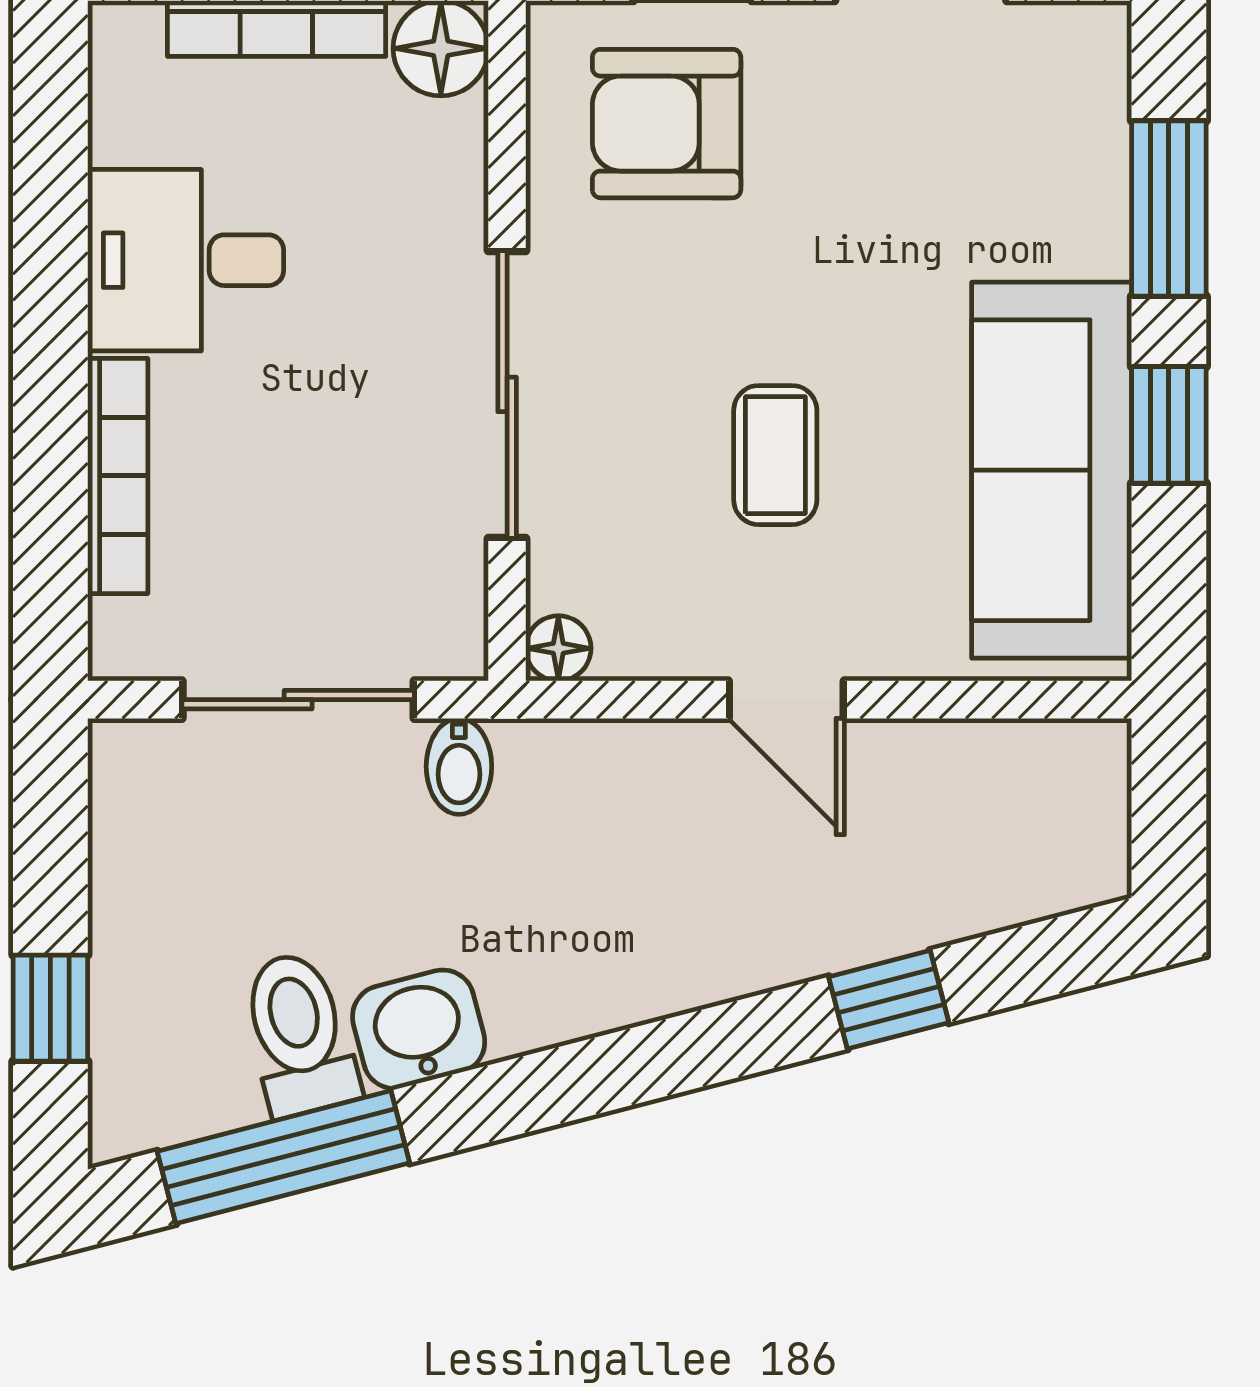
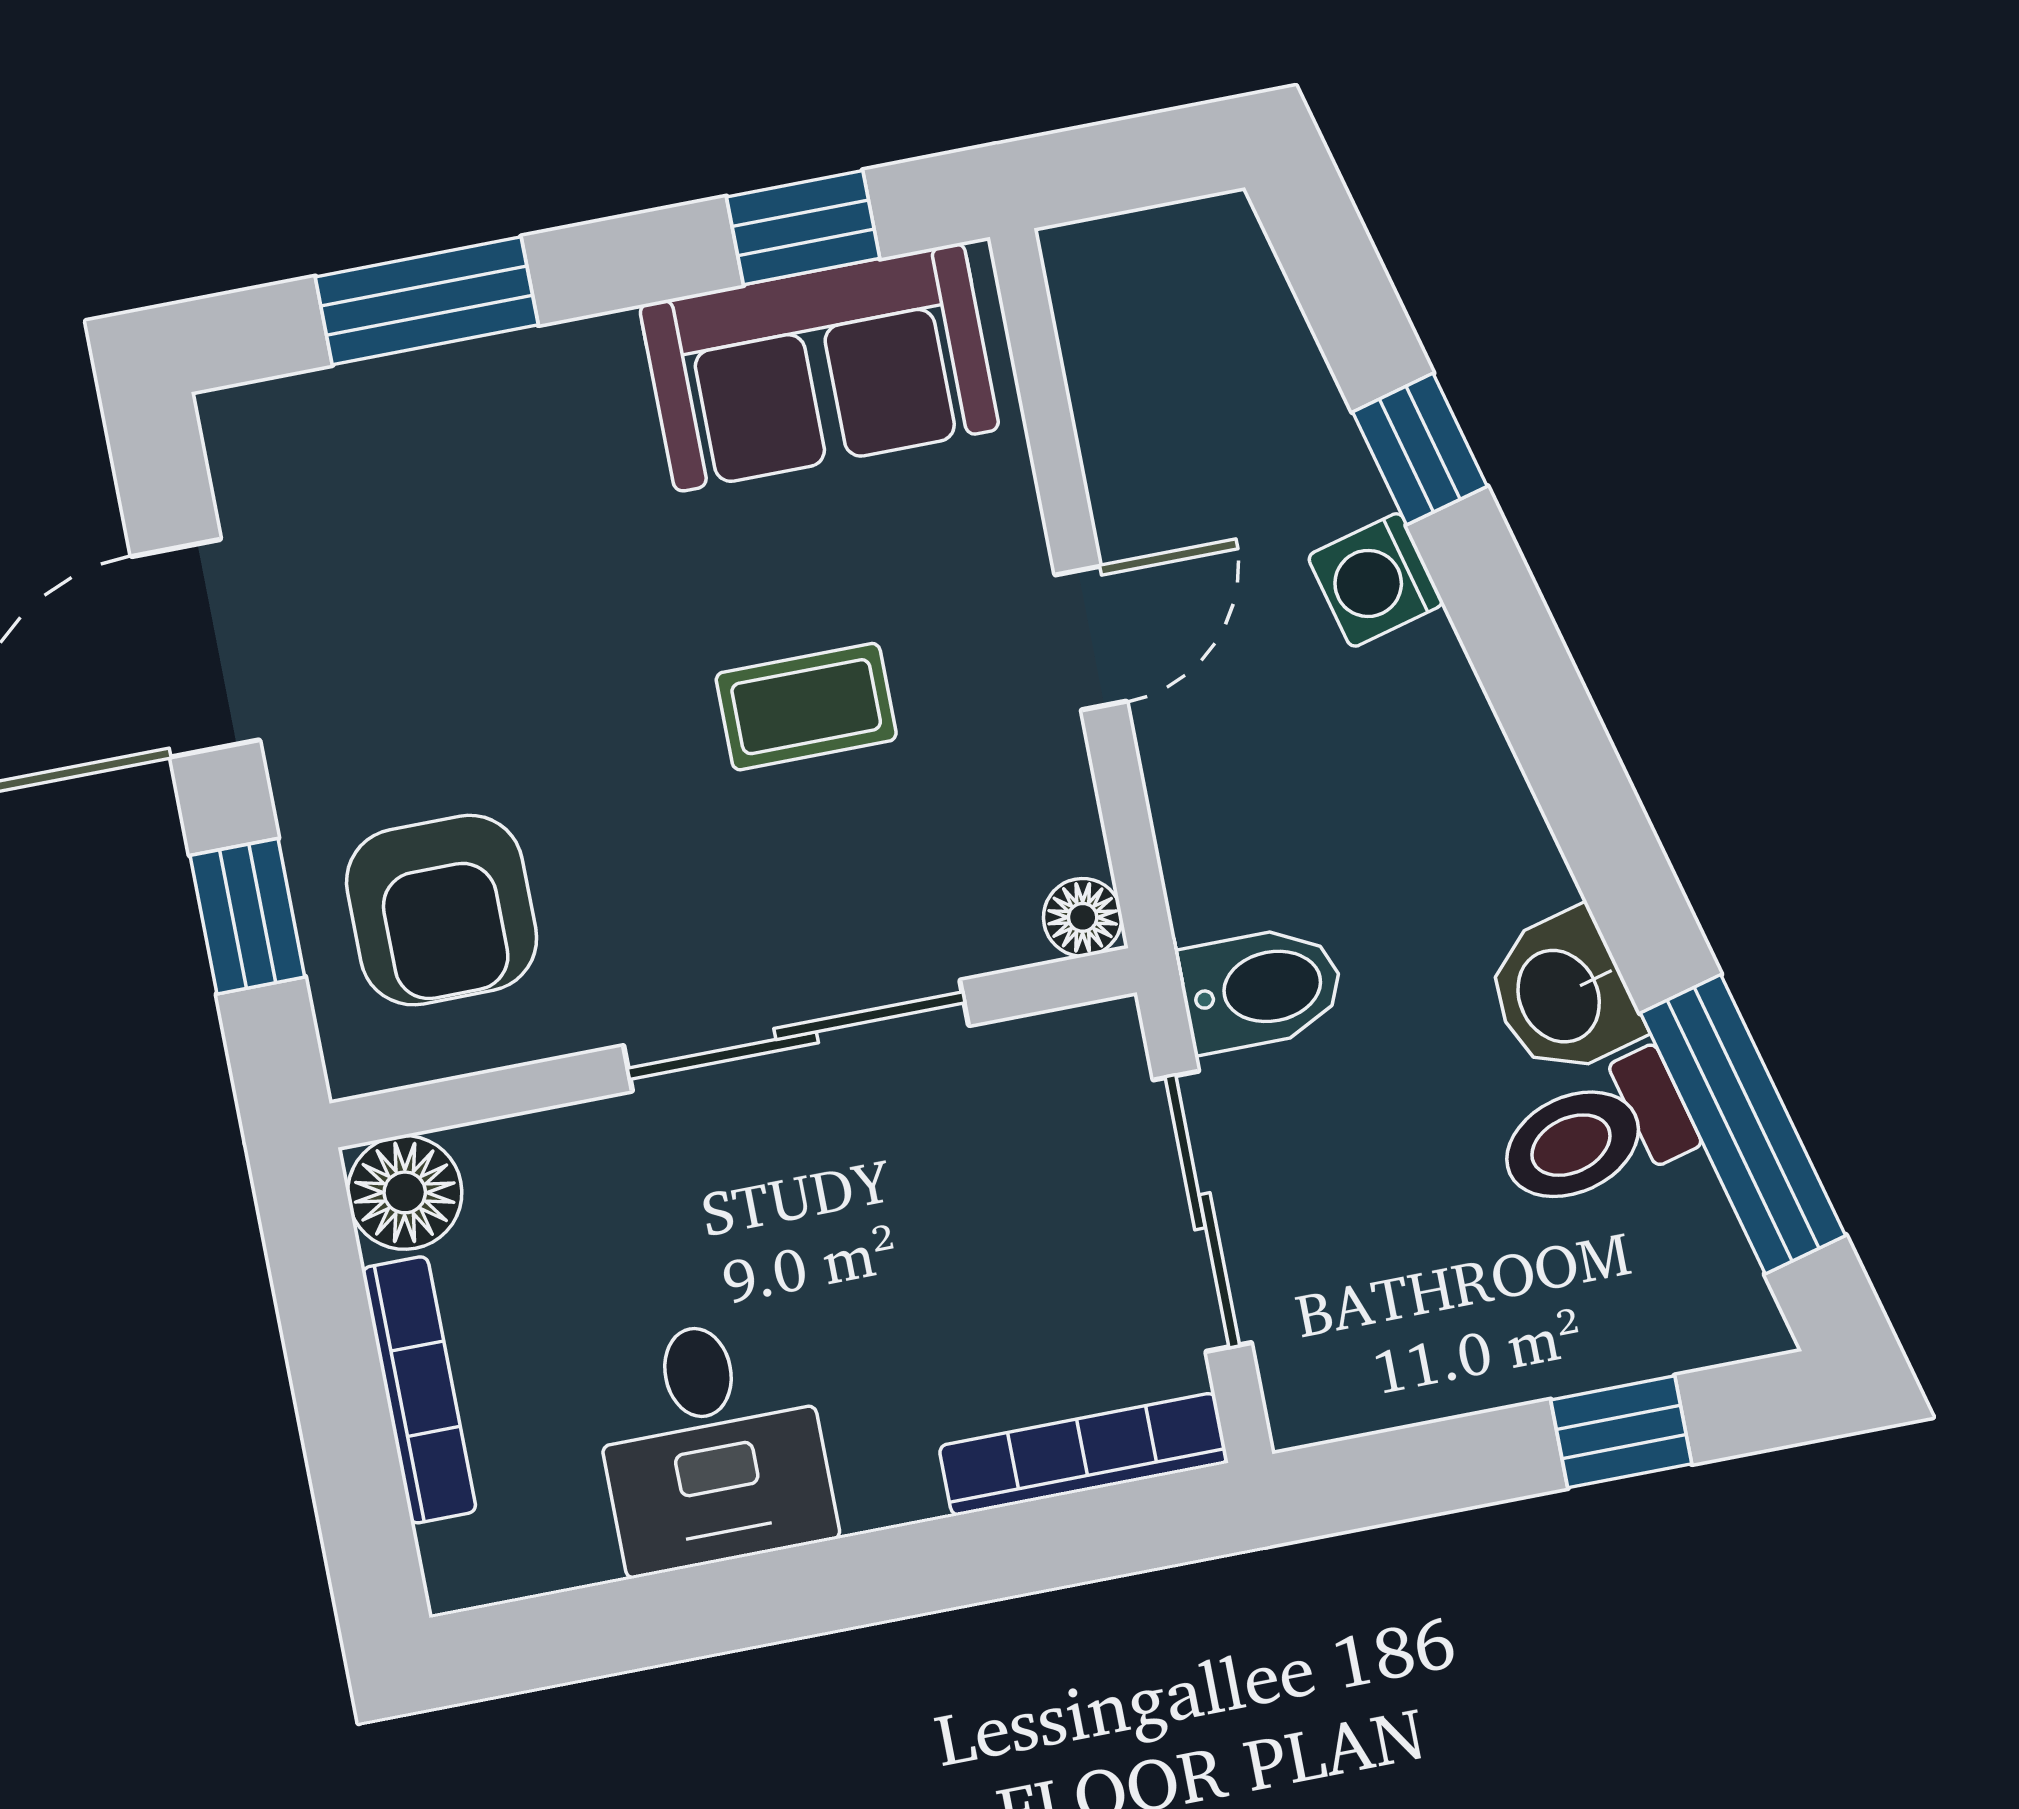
window: (1169, 425) -> (803, 228), moved
sofa: (1052, 470) -> (819, 367), width x0.73
bookcase: (118, 476) -> (1084, 1454), moved
bidet: (459, 766) -> (1261, 989), width x1.38, depth x1.36
washing machine: (788, 943) -> (1376, 580), added

